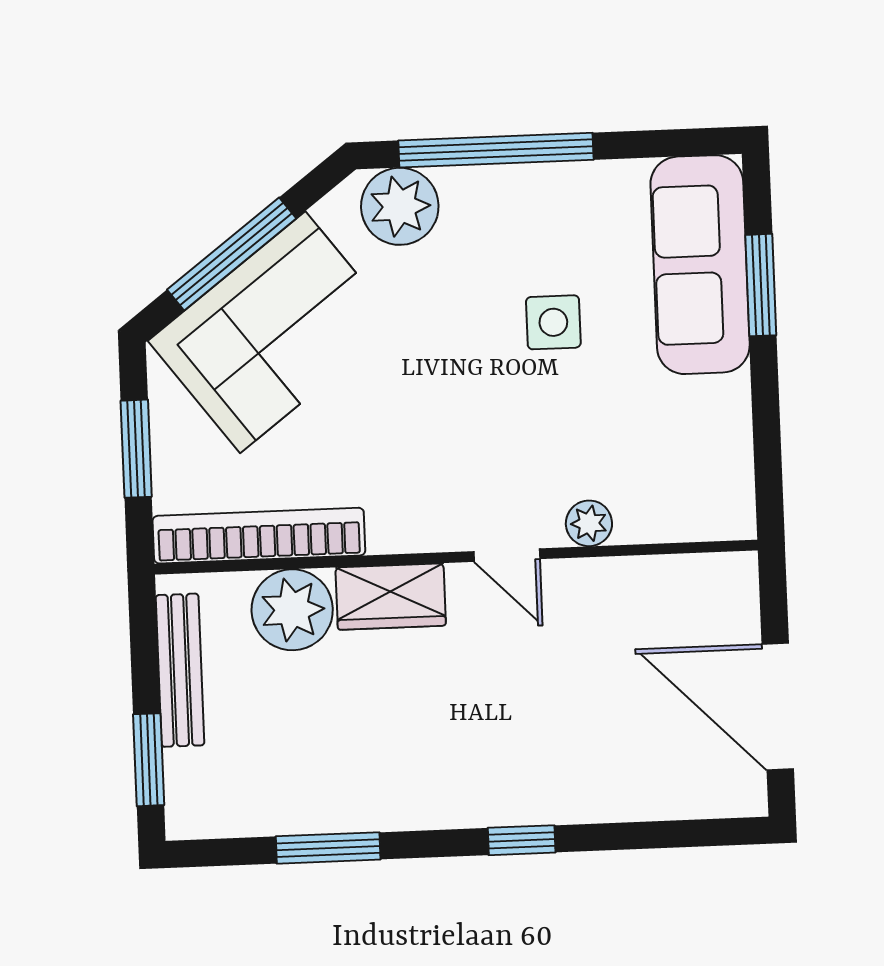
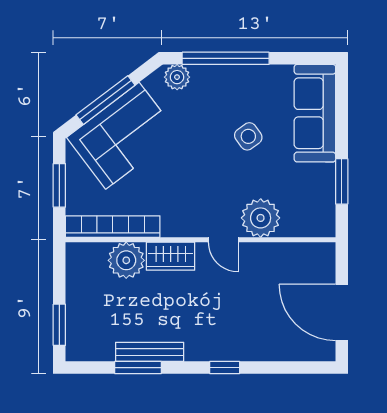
plant: (400, 206) -> (177, 77), width x0.73, depth x0.73
window: (761, 285) -> (342, 181), moved
side table: (553, 322) -> (248, 136), turned -36
plant: (589, 523) -> (261, 218), width x1.88, depth x1.88
bench: (180, 670) -> (150, 352), moved, turned 90

